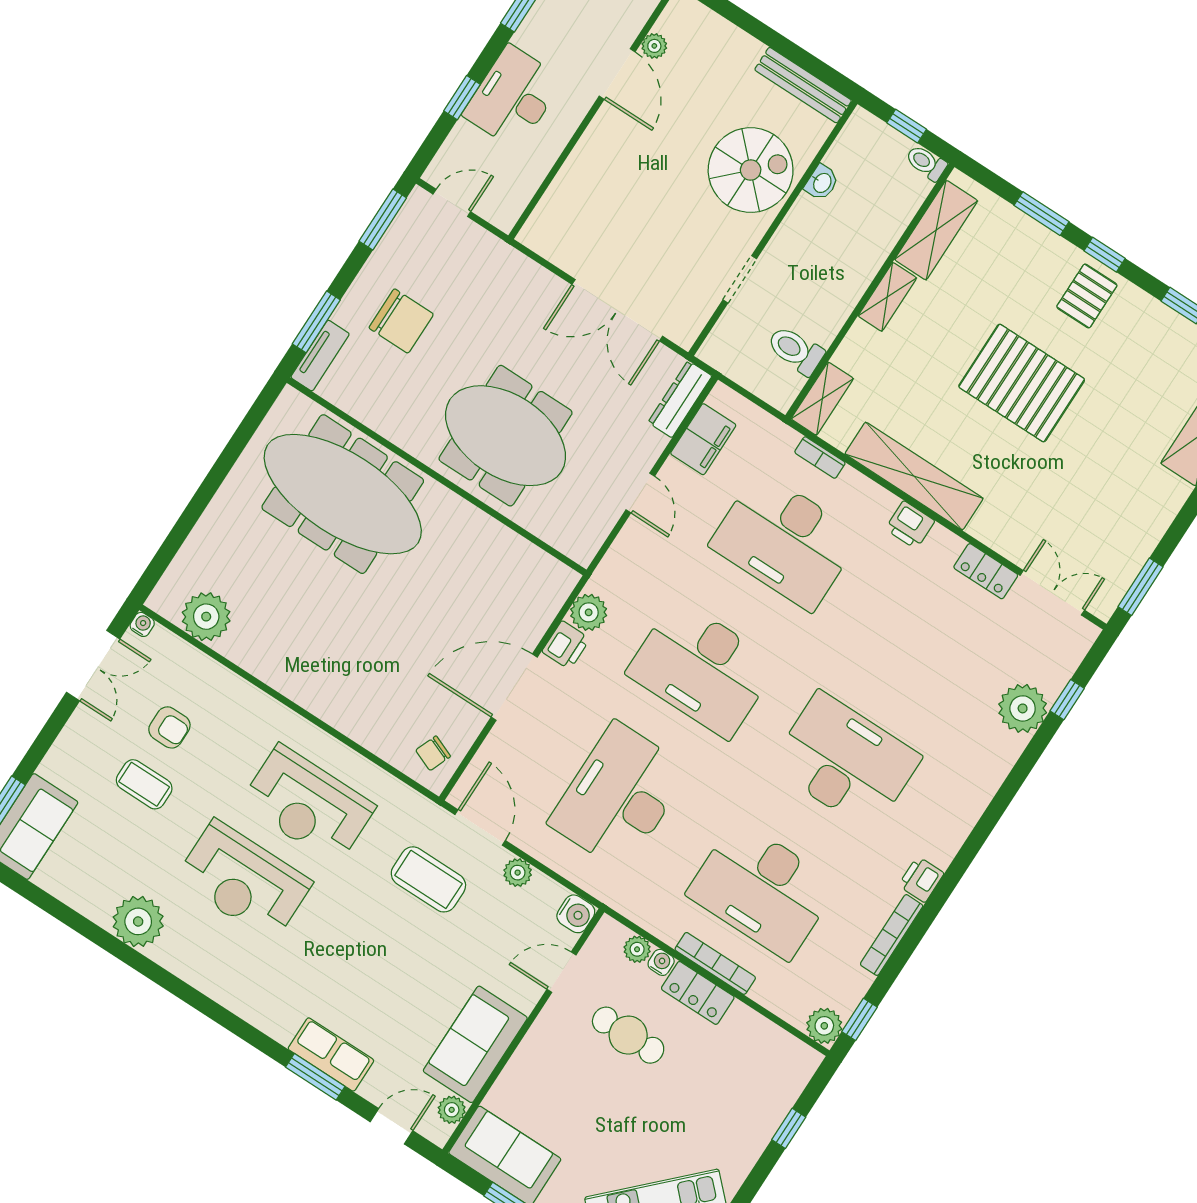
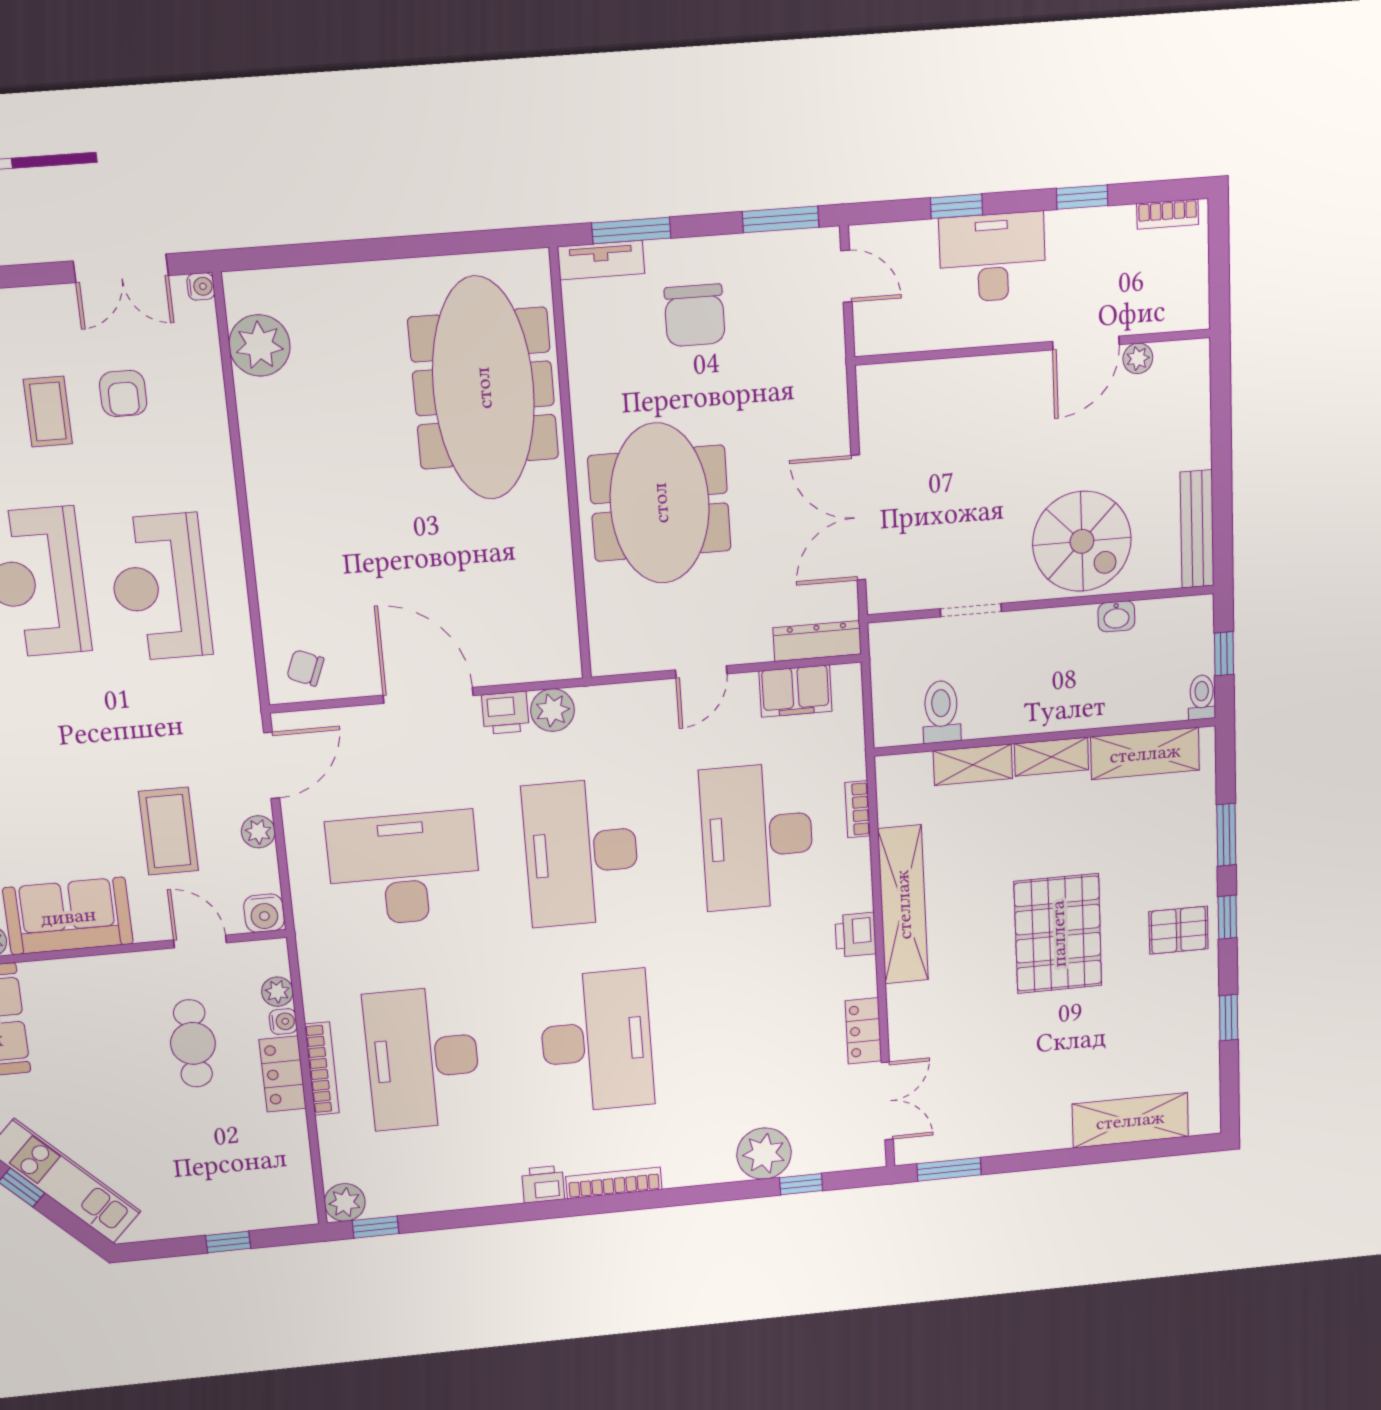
shelving: (822, 399) -> (973, 765), moved
coffee table: (428, 879) -> (168, 831), moved
bookcase: (892, 935) -> (614, 1183), moved

